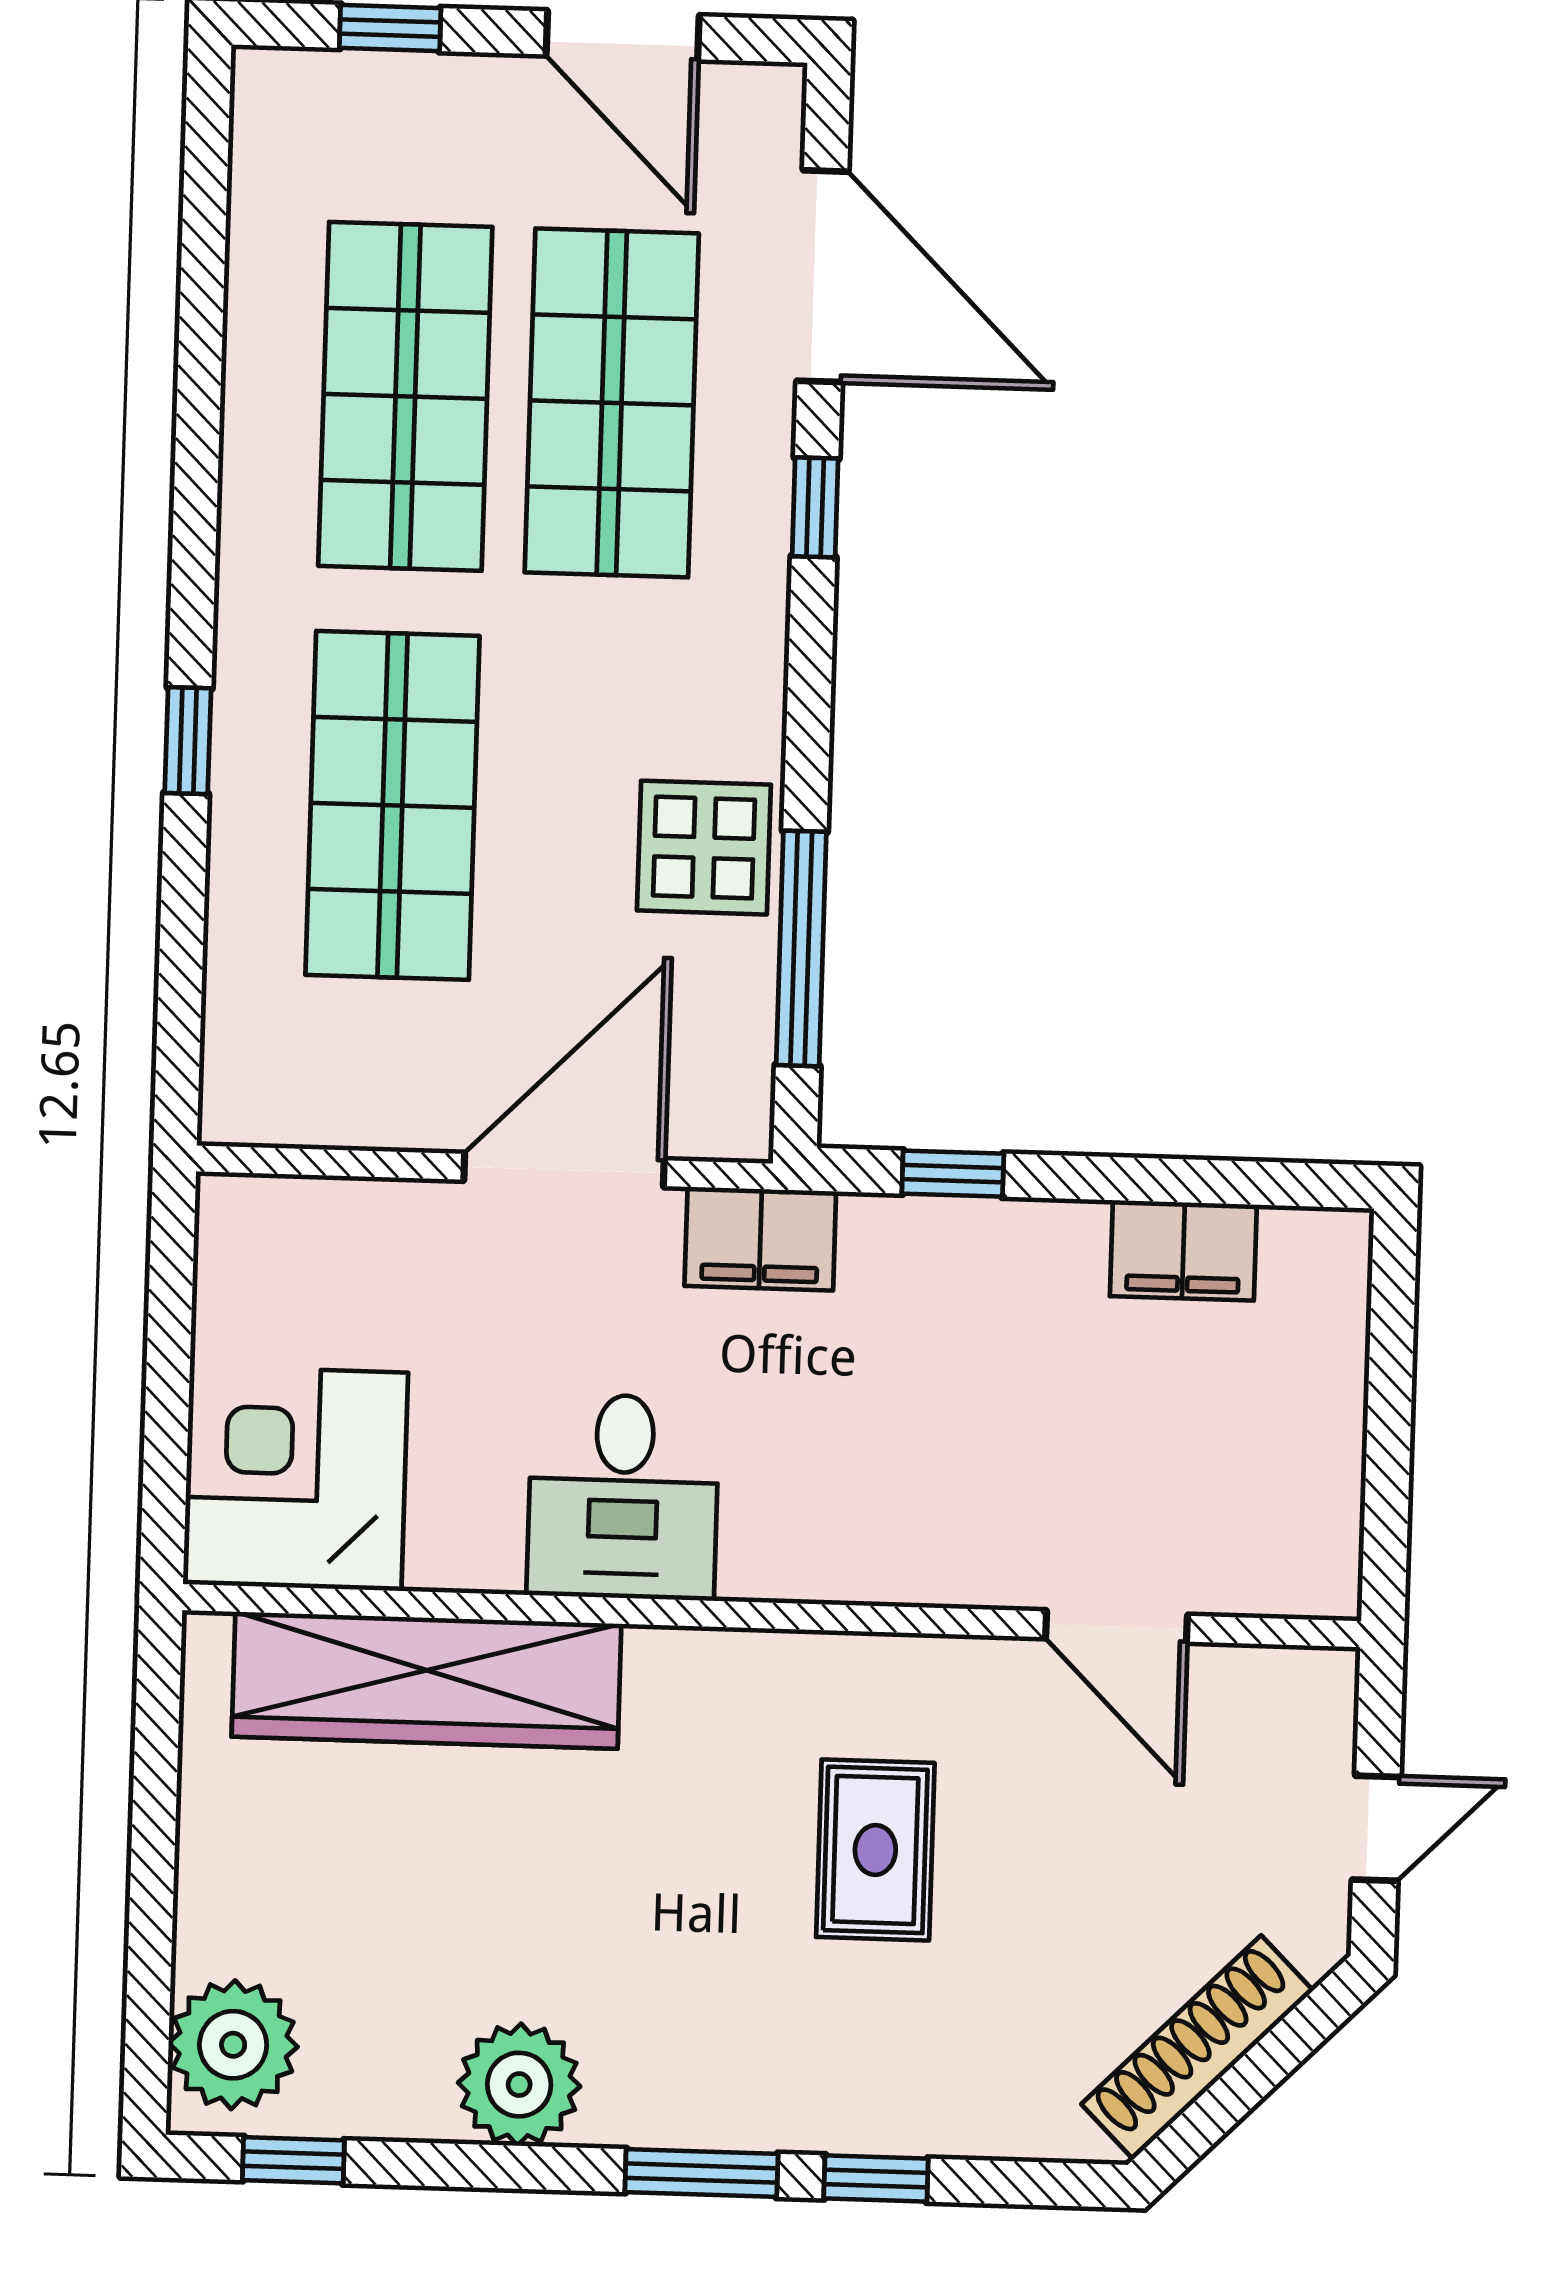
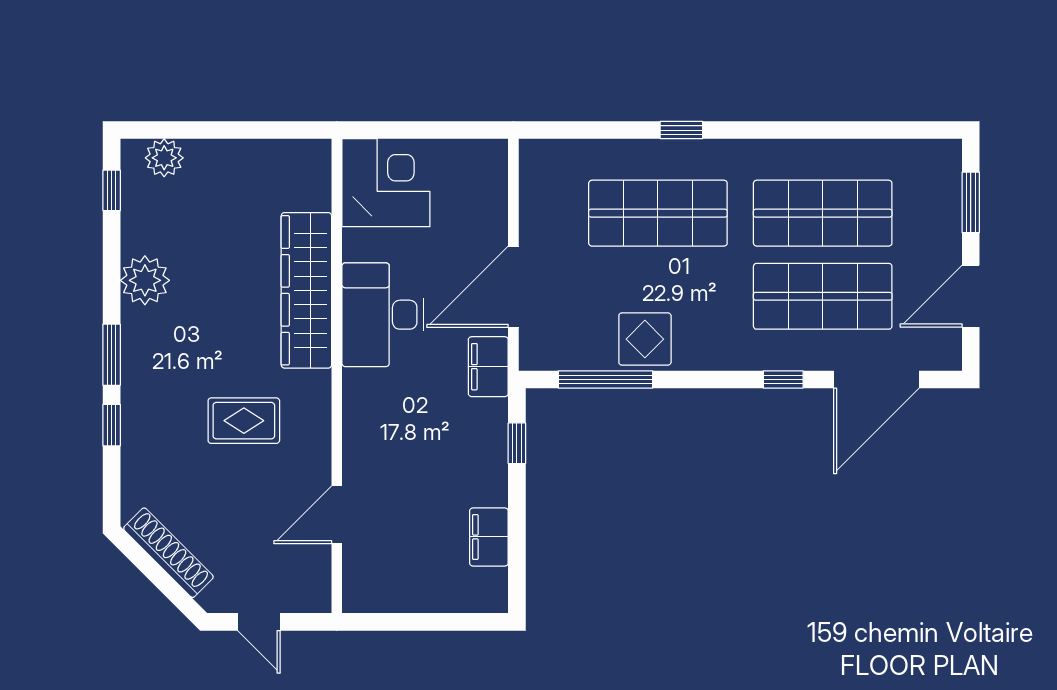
window: (390, 28) -> (971, 202), width x1.50
door: (564, 1170) -> (513, 287), swing flipped
desk: (623, 1497) -> (383, 315), width x1.37
wardrobe: (426, 1680) -> (306, 290), moved
plant: (233, 2045) -> (164, 158), width x0.73, depth x0.73

